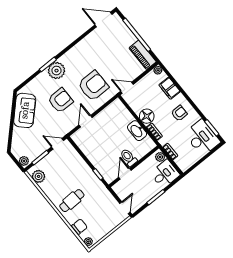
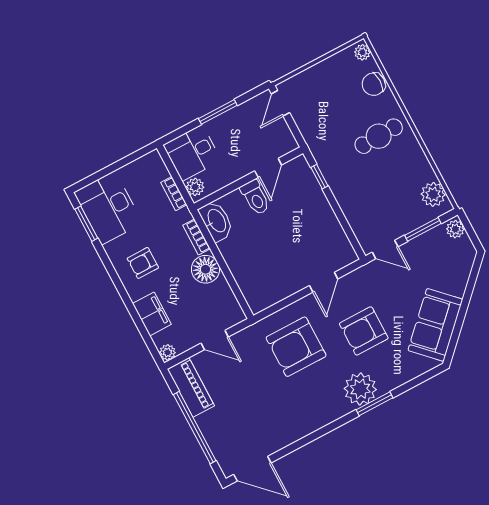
door: (127, 88) -> (215, 340), moved
washbasin: (137, 131) -> (216, 221), moved

